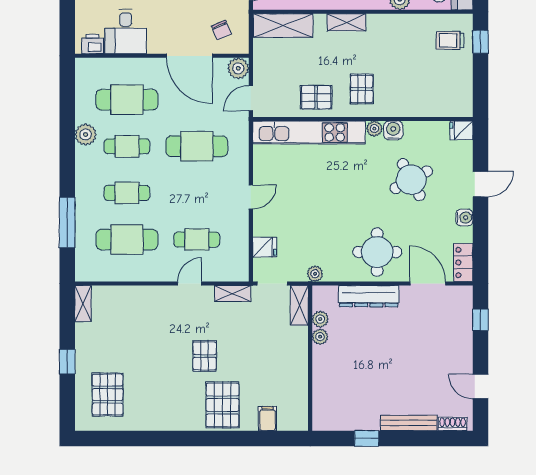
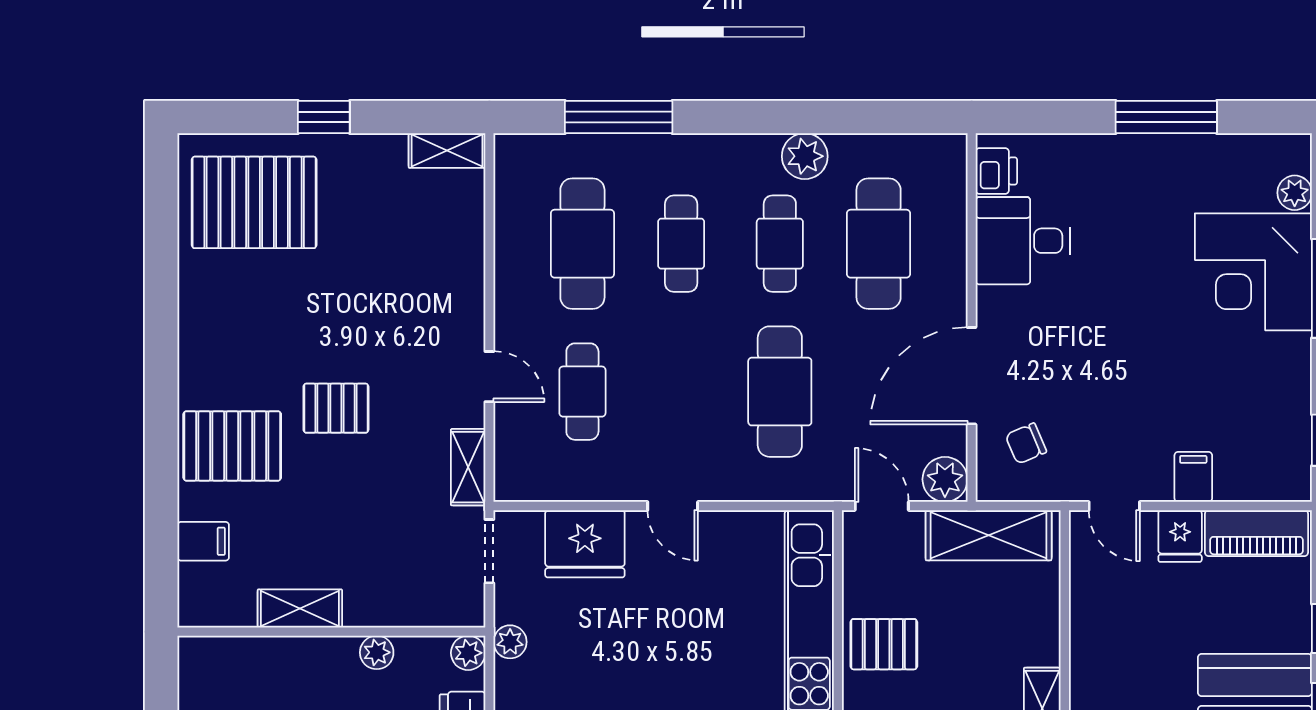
shelving: (283, 26) -> (989, 535), moved, turned 90
pallet: (316, 97) -> (884, 644), turned 90
fridge: (265, 247) -> (585, 544), width x1.88, depth x1.34
shelving: (299, 305) -> (300, 609), moved
plant: (320, 319) -> (468, 653), moved
pallet: (108, 395) -> (254, 202), width x1.37, depth x1.41

